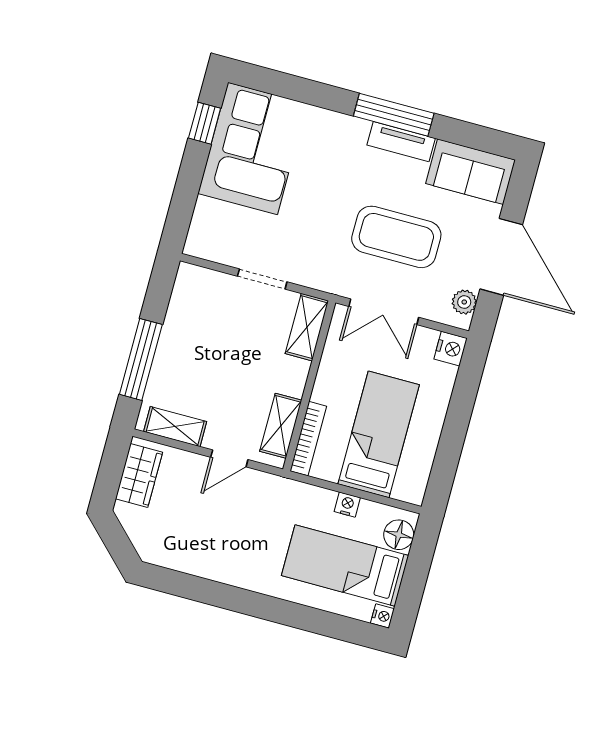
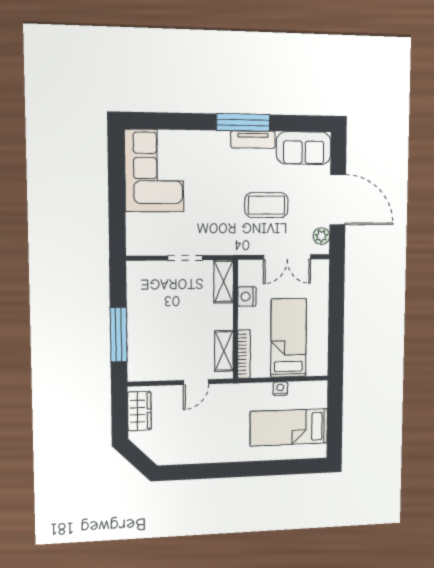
window: (205, 123) -> (116, 162), removed
coffee table: (396, 237) -> (266, 205), width x0.73, depth x0.76
double door: (384, 312) -> (287, 257), moved
nightstand: (451, 349) -> (247, 297), moved, turned 180
shelving: (175, 427) -> (154, 372), removed
floor lamp: (399, 535) -> (318, 398), removed
nightstand: (382, 616) -> (321, 451), removed

